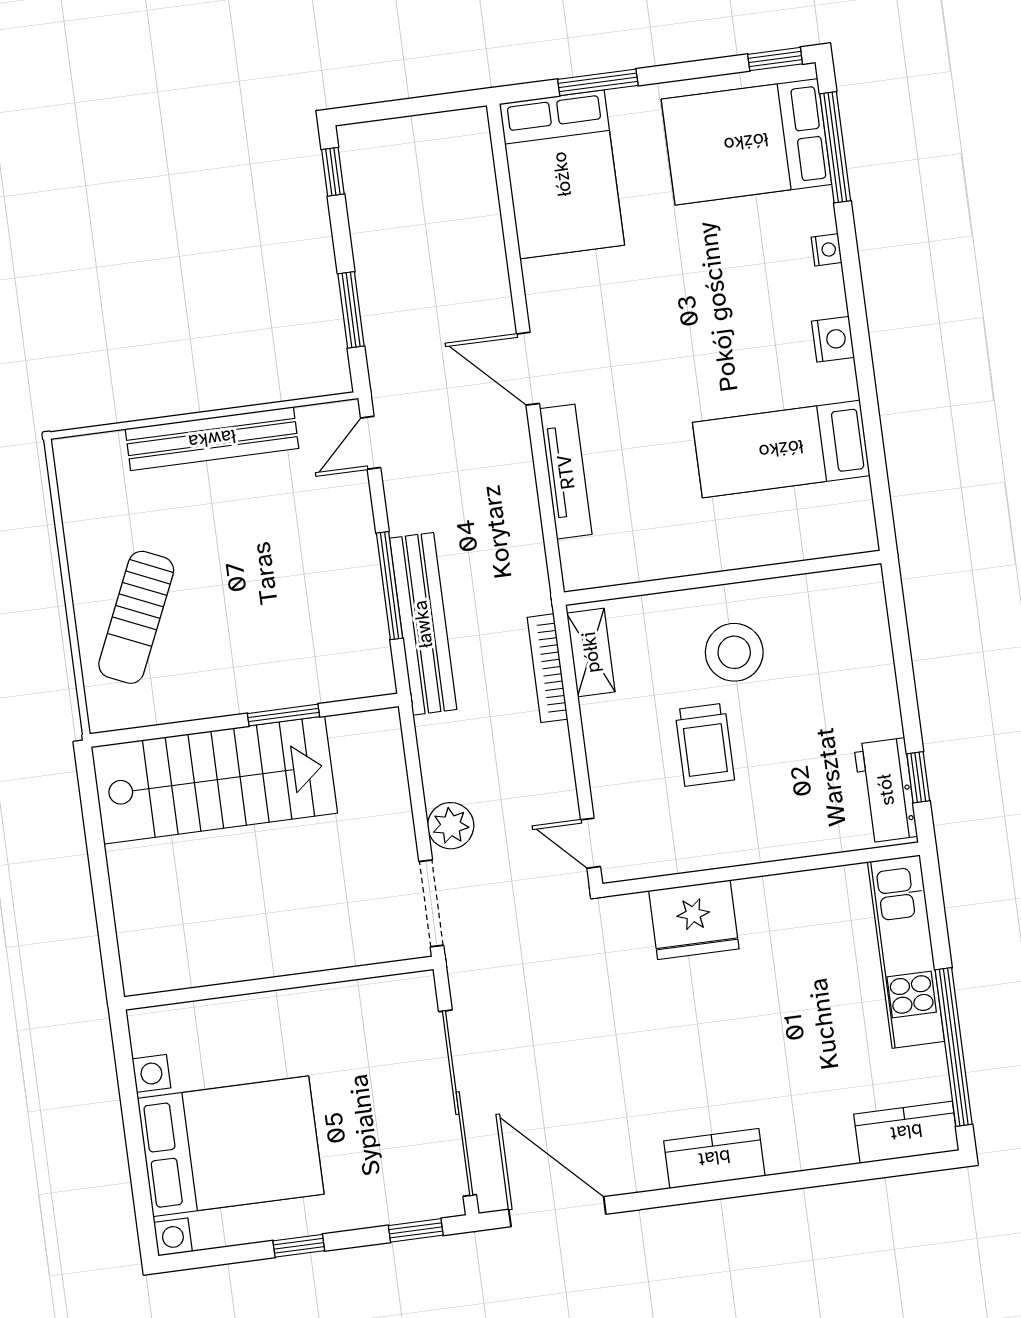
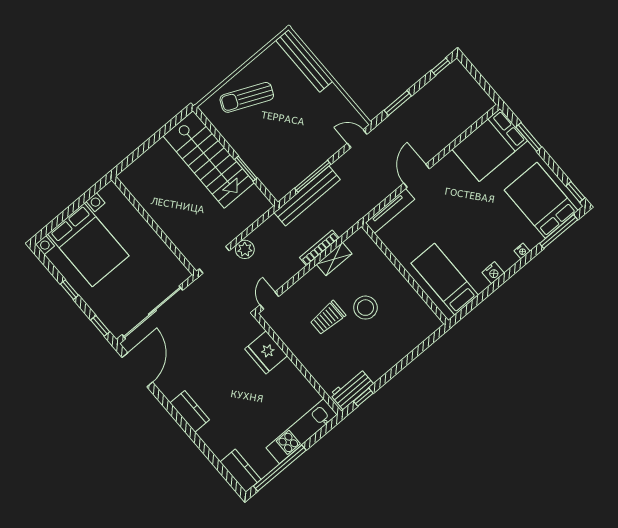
bench: (212, 439) -> (304, 61), moved
wall: (723, 578) -> (405, 273), moved

